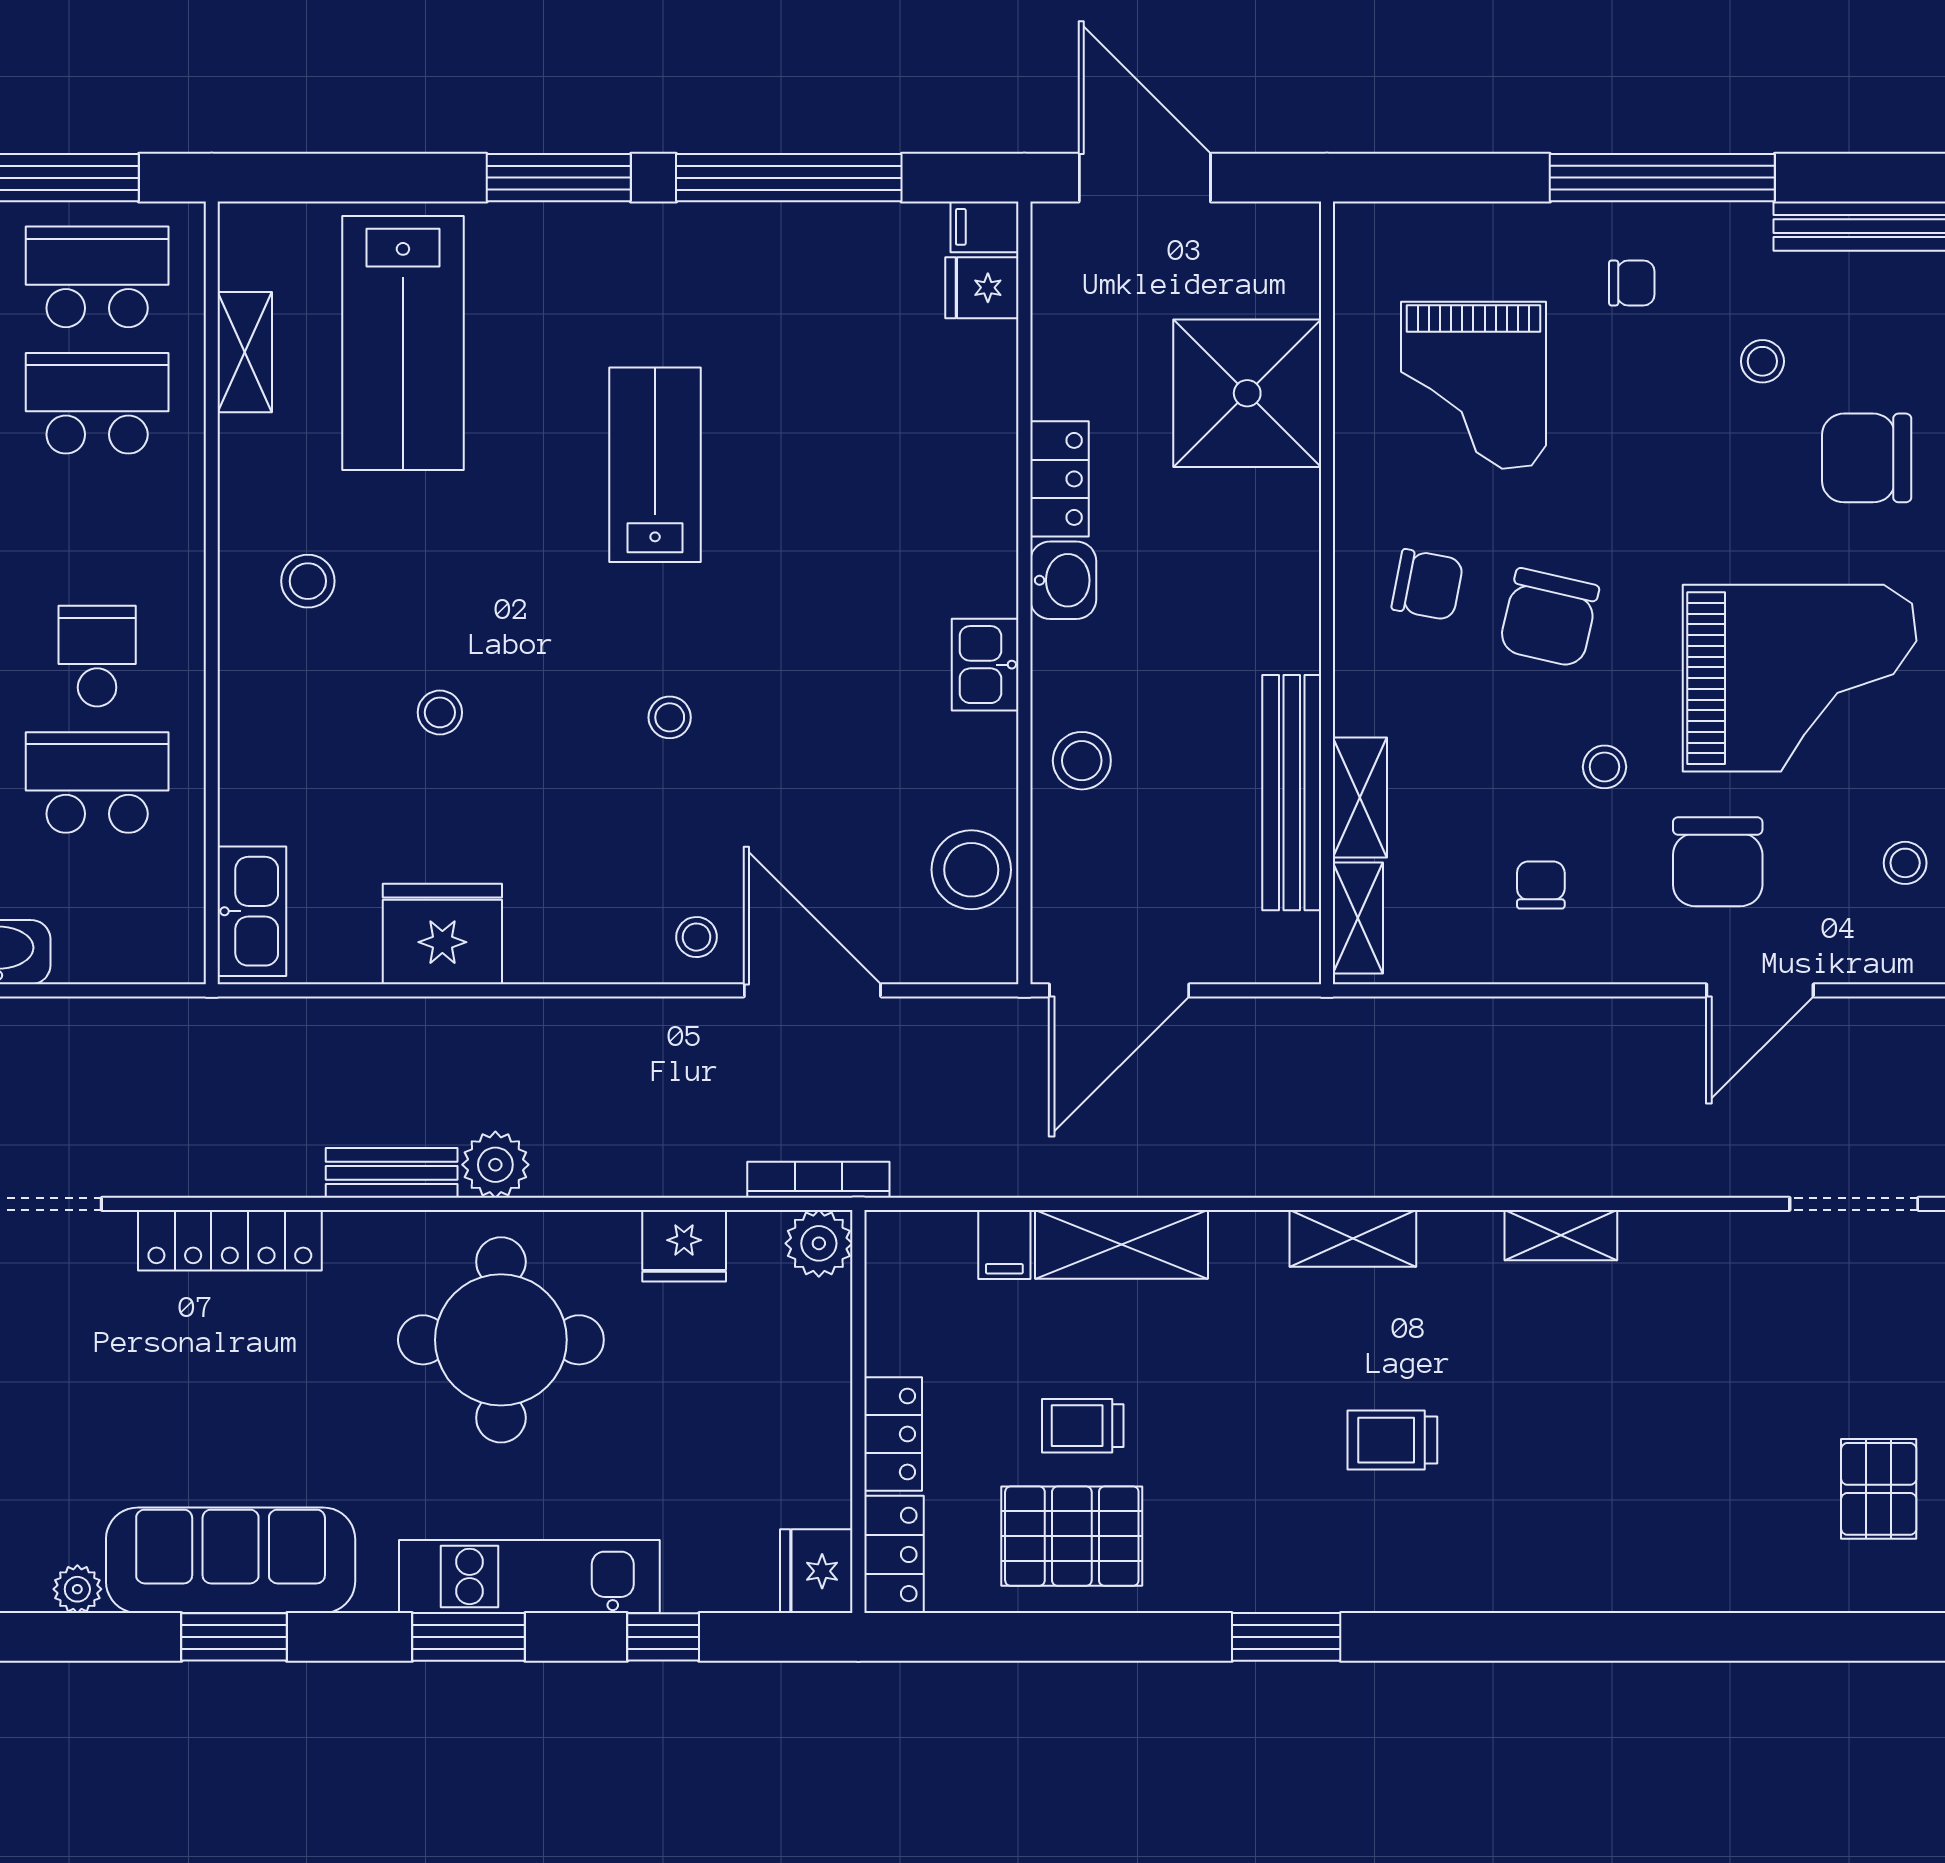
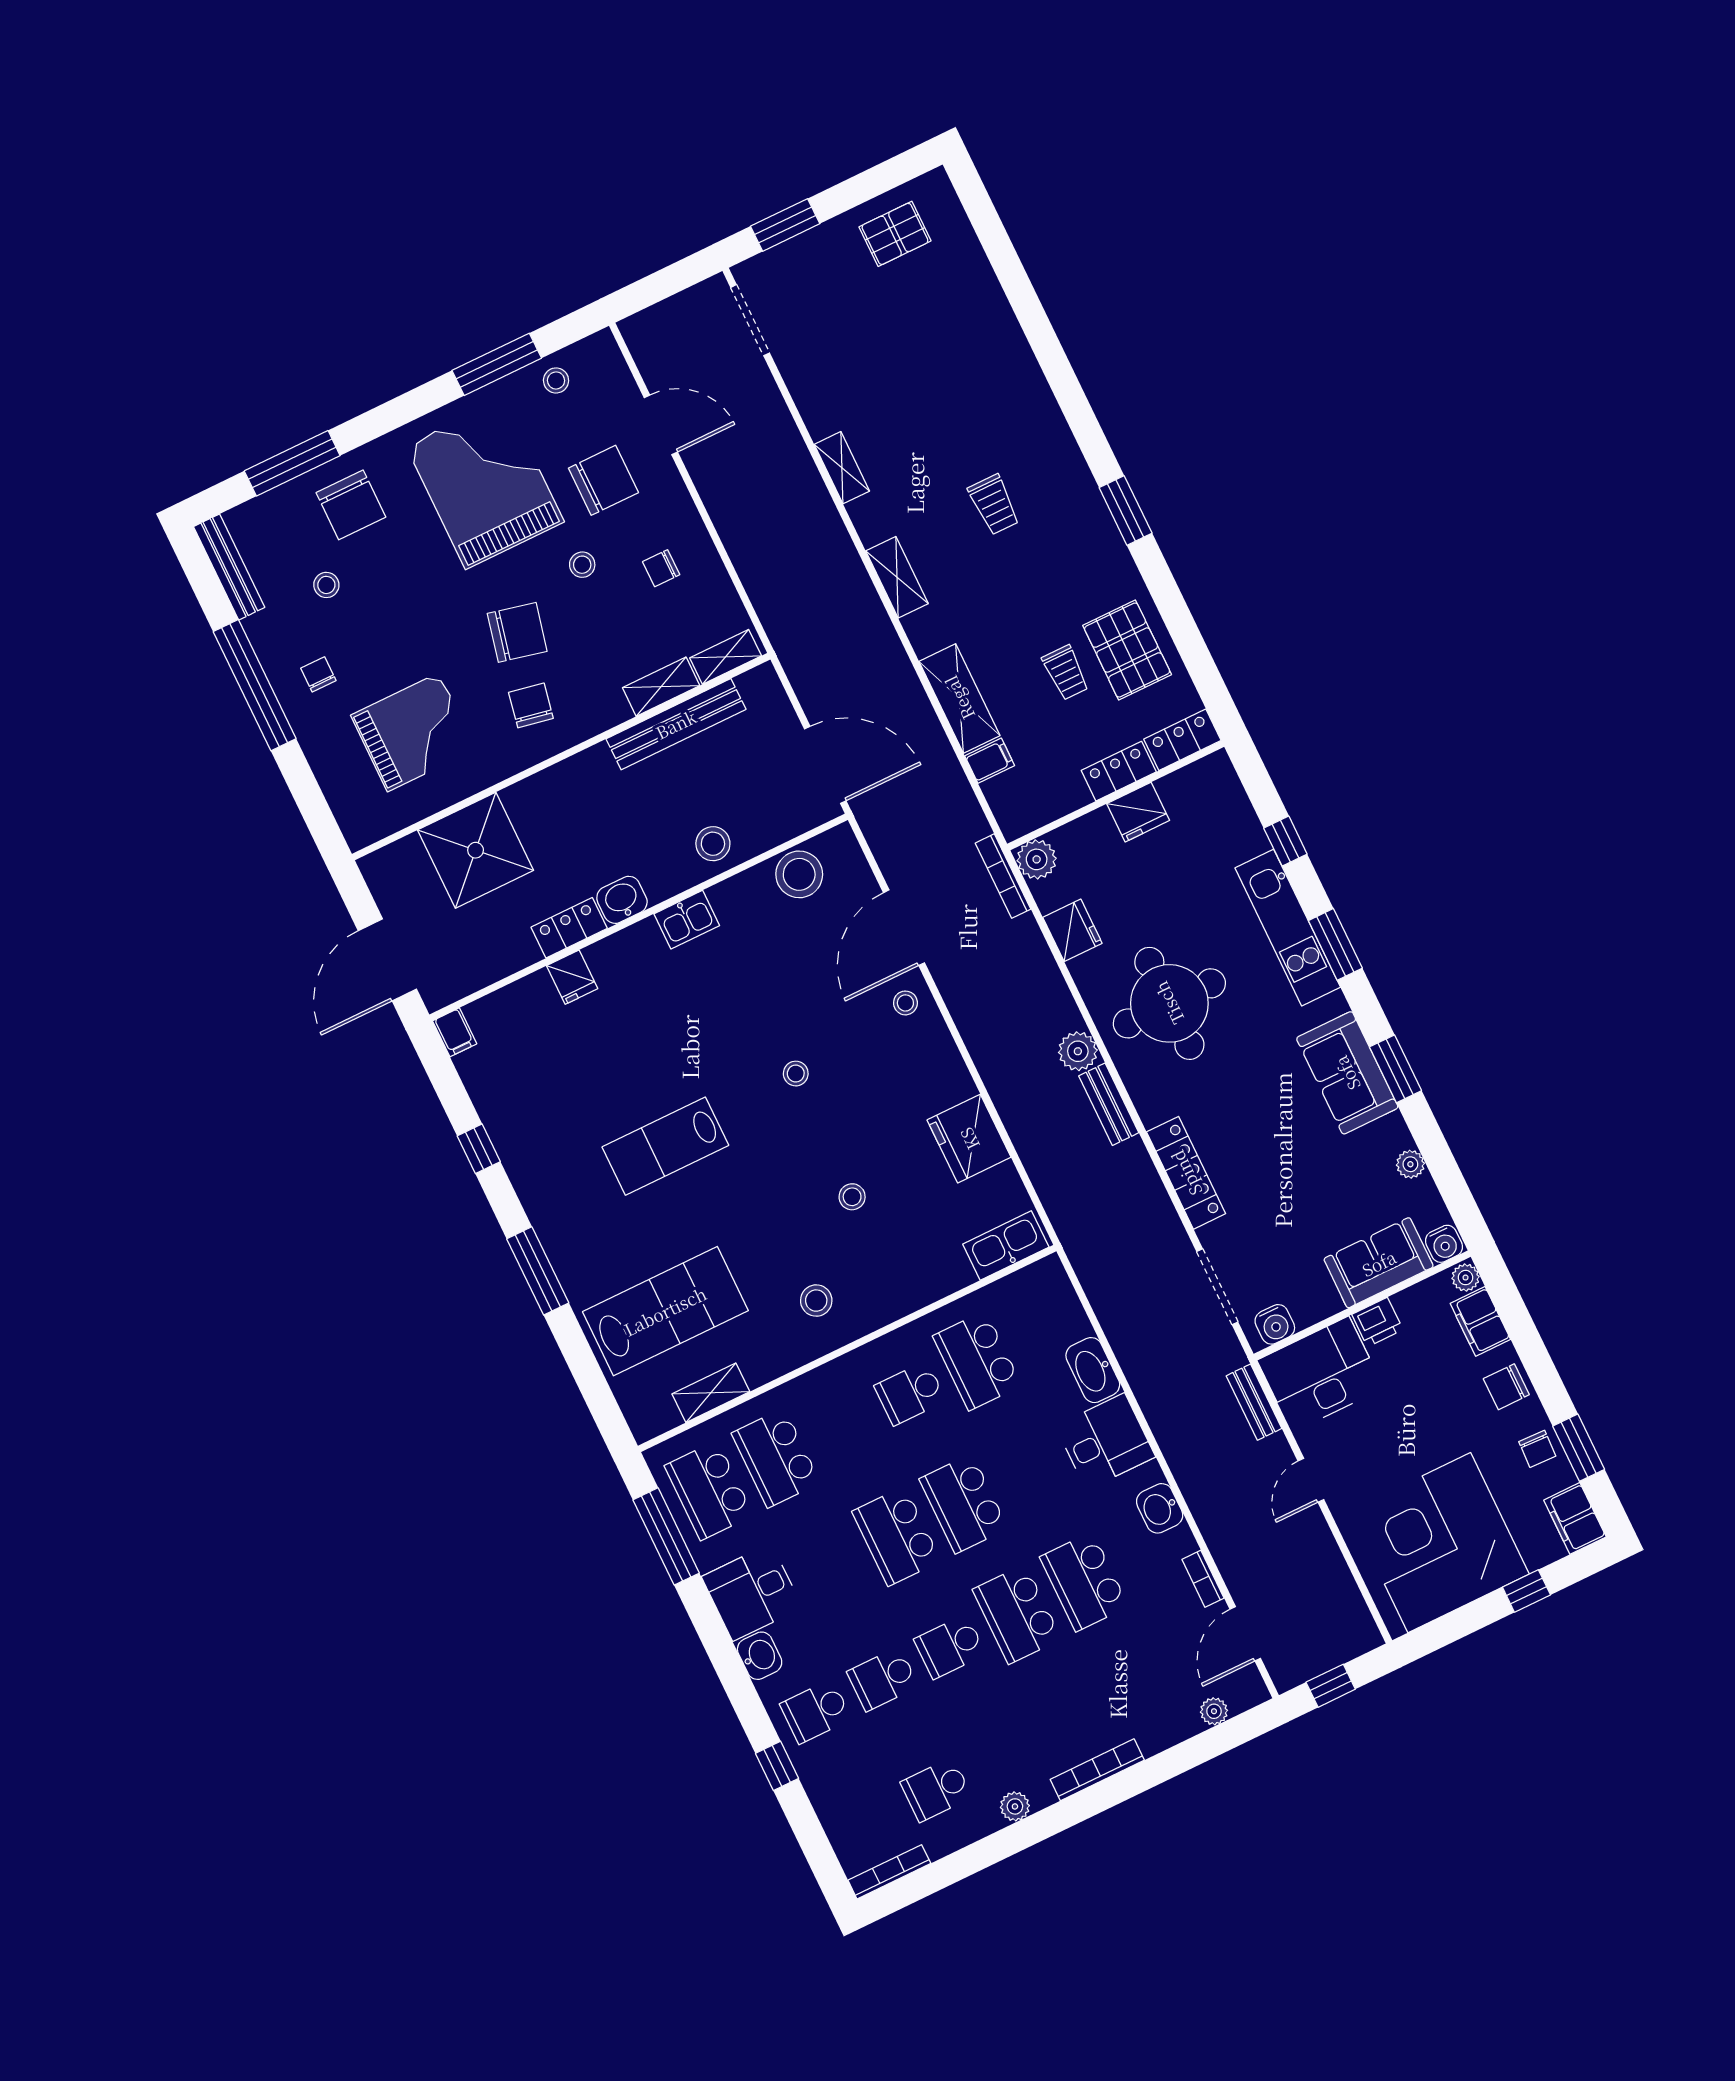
window: (789, 178) -> (479, 1149), width x0.32
fridge: (982, 288) -> (572, 977), moved
sofa: (231, 1560) -> (1347, 1073), width x0.73
fridge: (816, 1571) -> (1138, 812), moved

